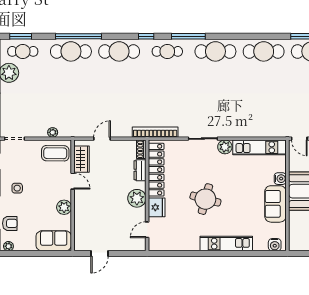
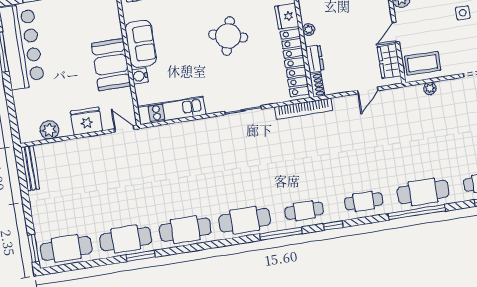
cafe table: (119, 51) -> (364, 201), width x0.73, depth x0.74
plant: (225, 147) -> (214, 104), removed
door: (73, 181) -> (396, 32), hinge flipped
plant: (137, 198) -> (309, 30), width x0.53, depth x0.53

